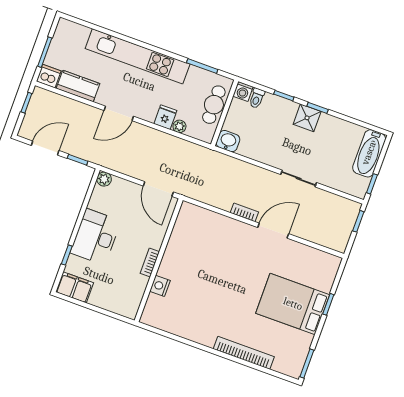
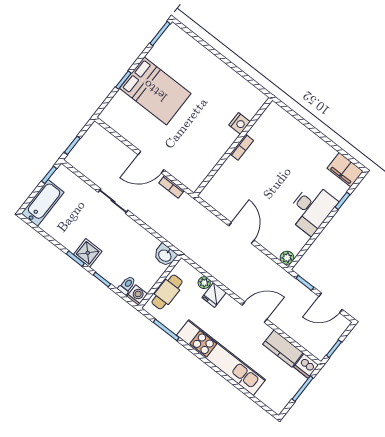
wall: (159, 260) -> (233, 147), moved
bookcase: (150, 263) -> (242, 147), moved
nightstand: (160, 286) -> (240, 123), moved
bookcase: (244, 353) -> (213, 62), removed

